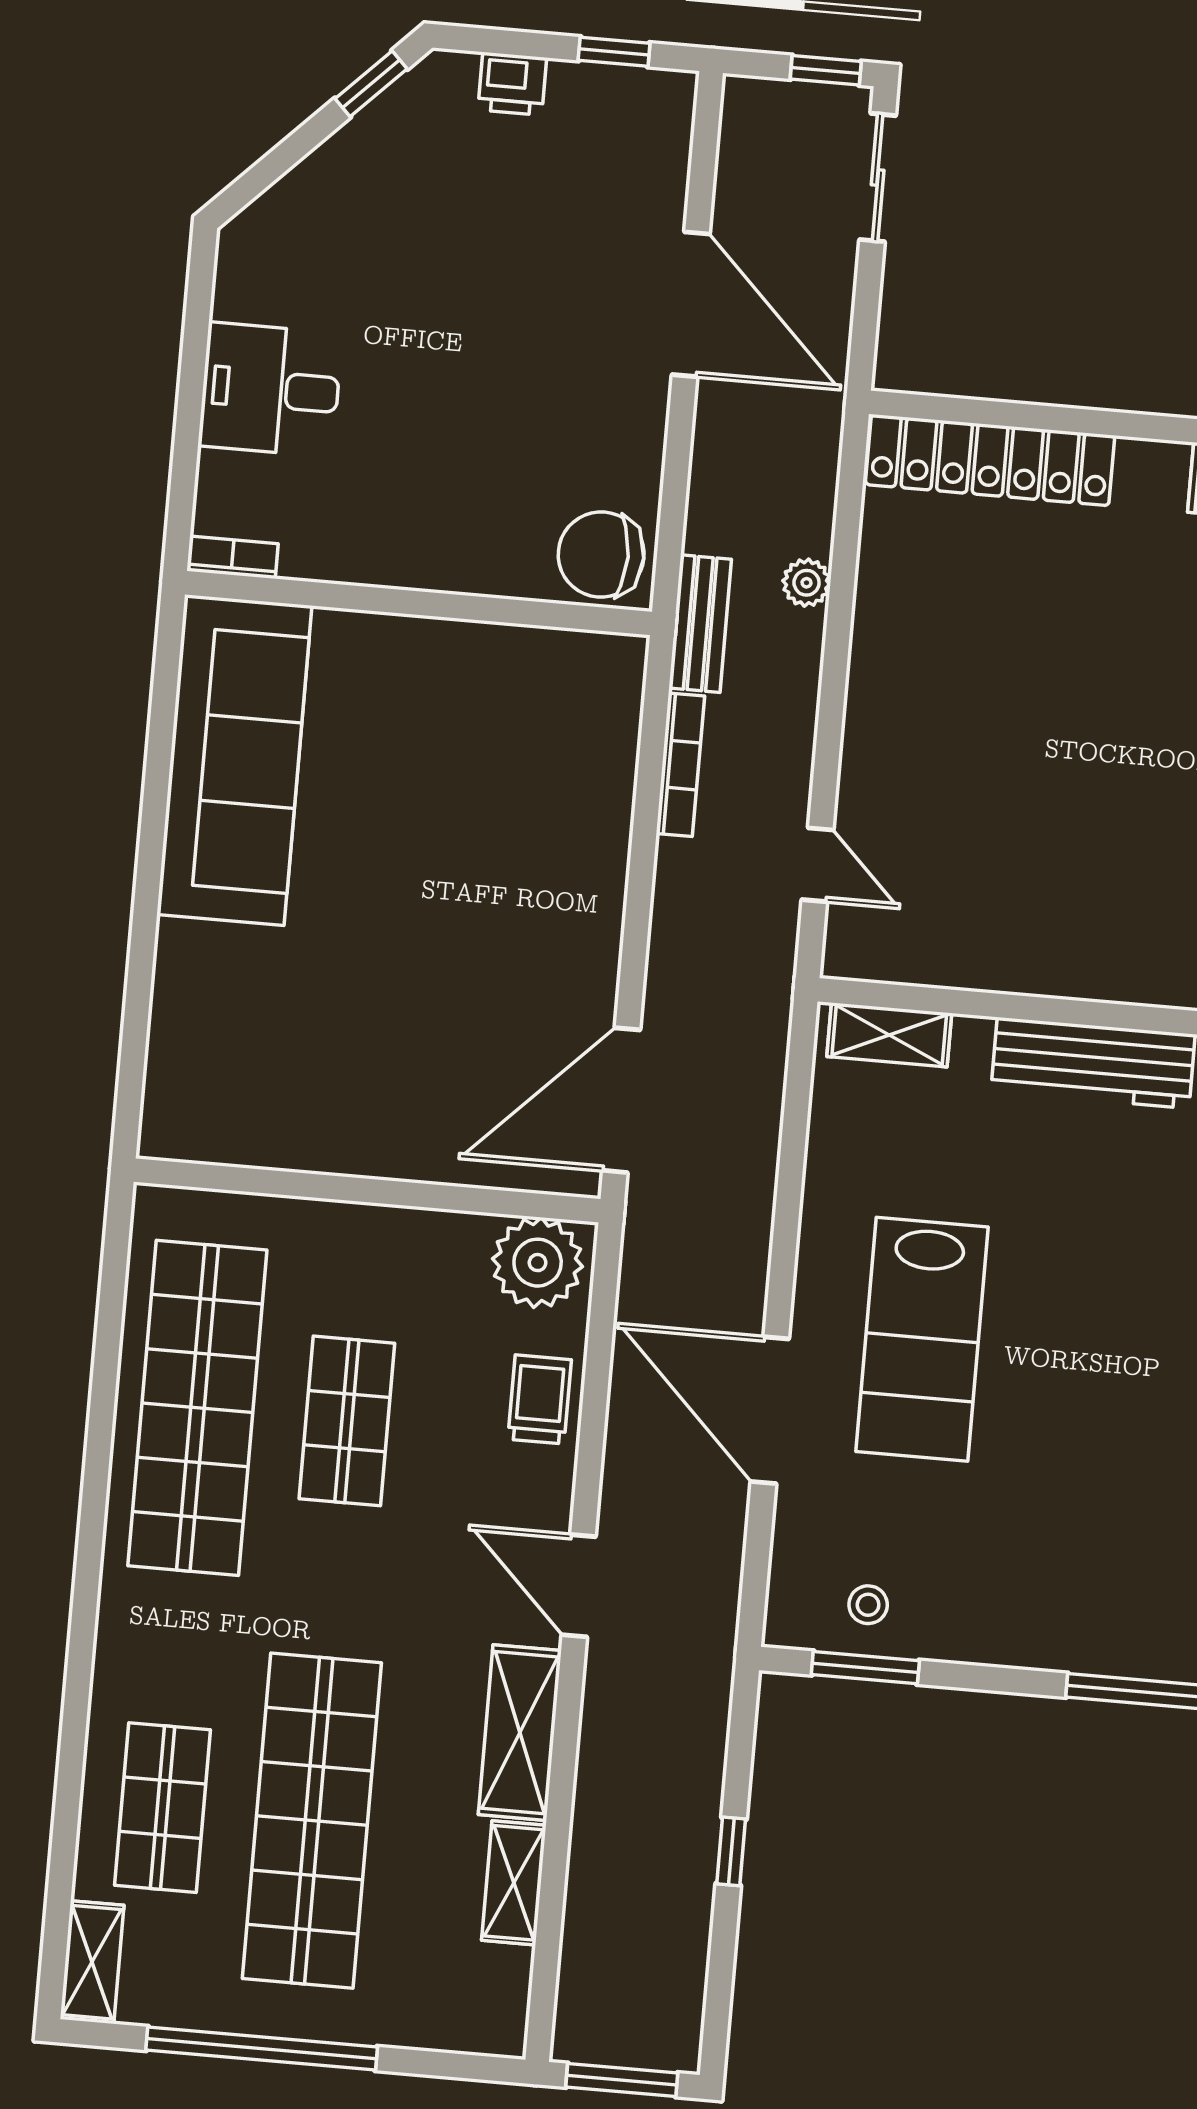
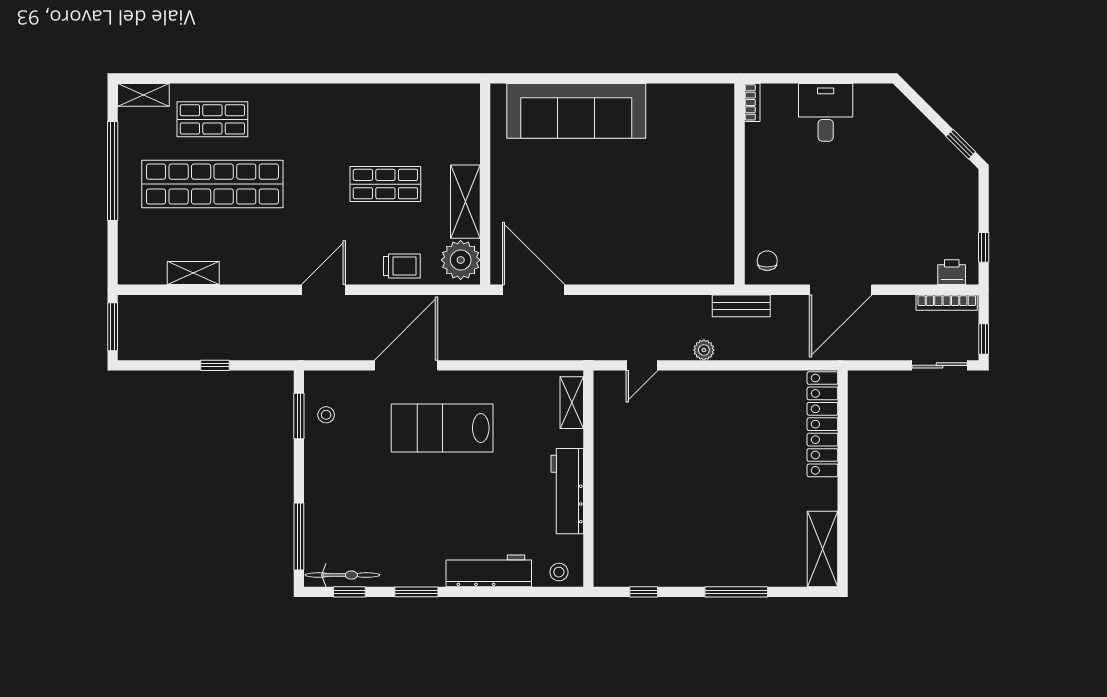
printer: (512, 84) -> (952, 272), moved, turned 90
door: (691, 304) -> (841, 290), moved
chair: (601, 555) -> (767, 261), width x0.54, depth x0.54
plant: (807, 583) -> (704, 350), moved
sofa: (234, 760) -> (576, 111), moved
bookcase: (680, 765) -> (947, 303), moved
shop shelf: (197, 1408) -> (385, 119), removed
shelving: (520, 1733) -> (465, 202), moved, turned 90

